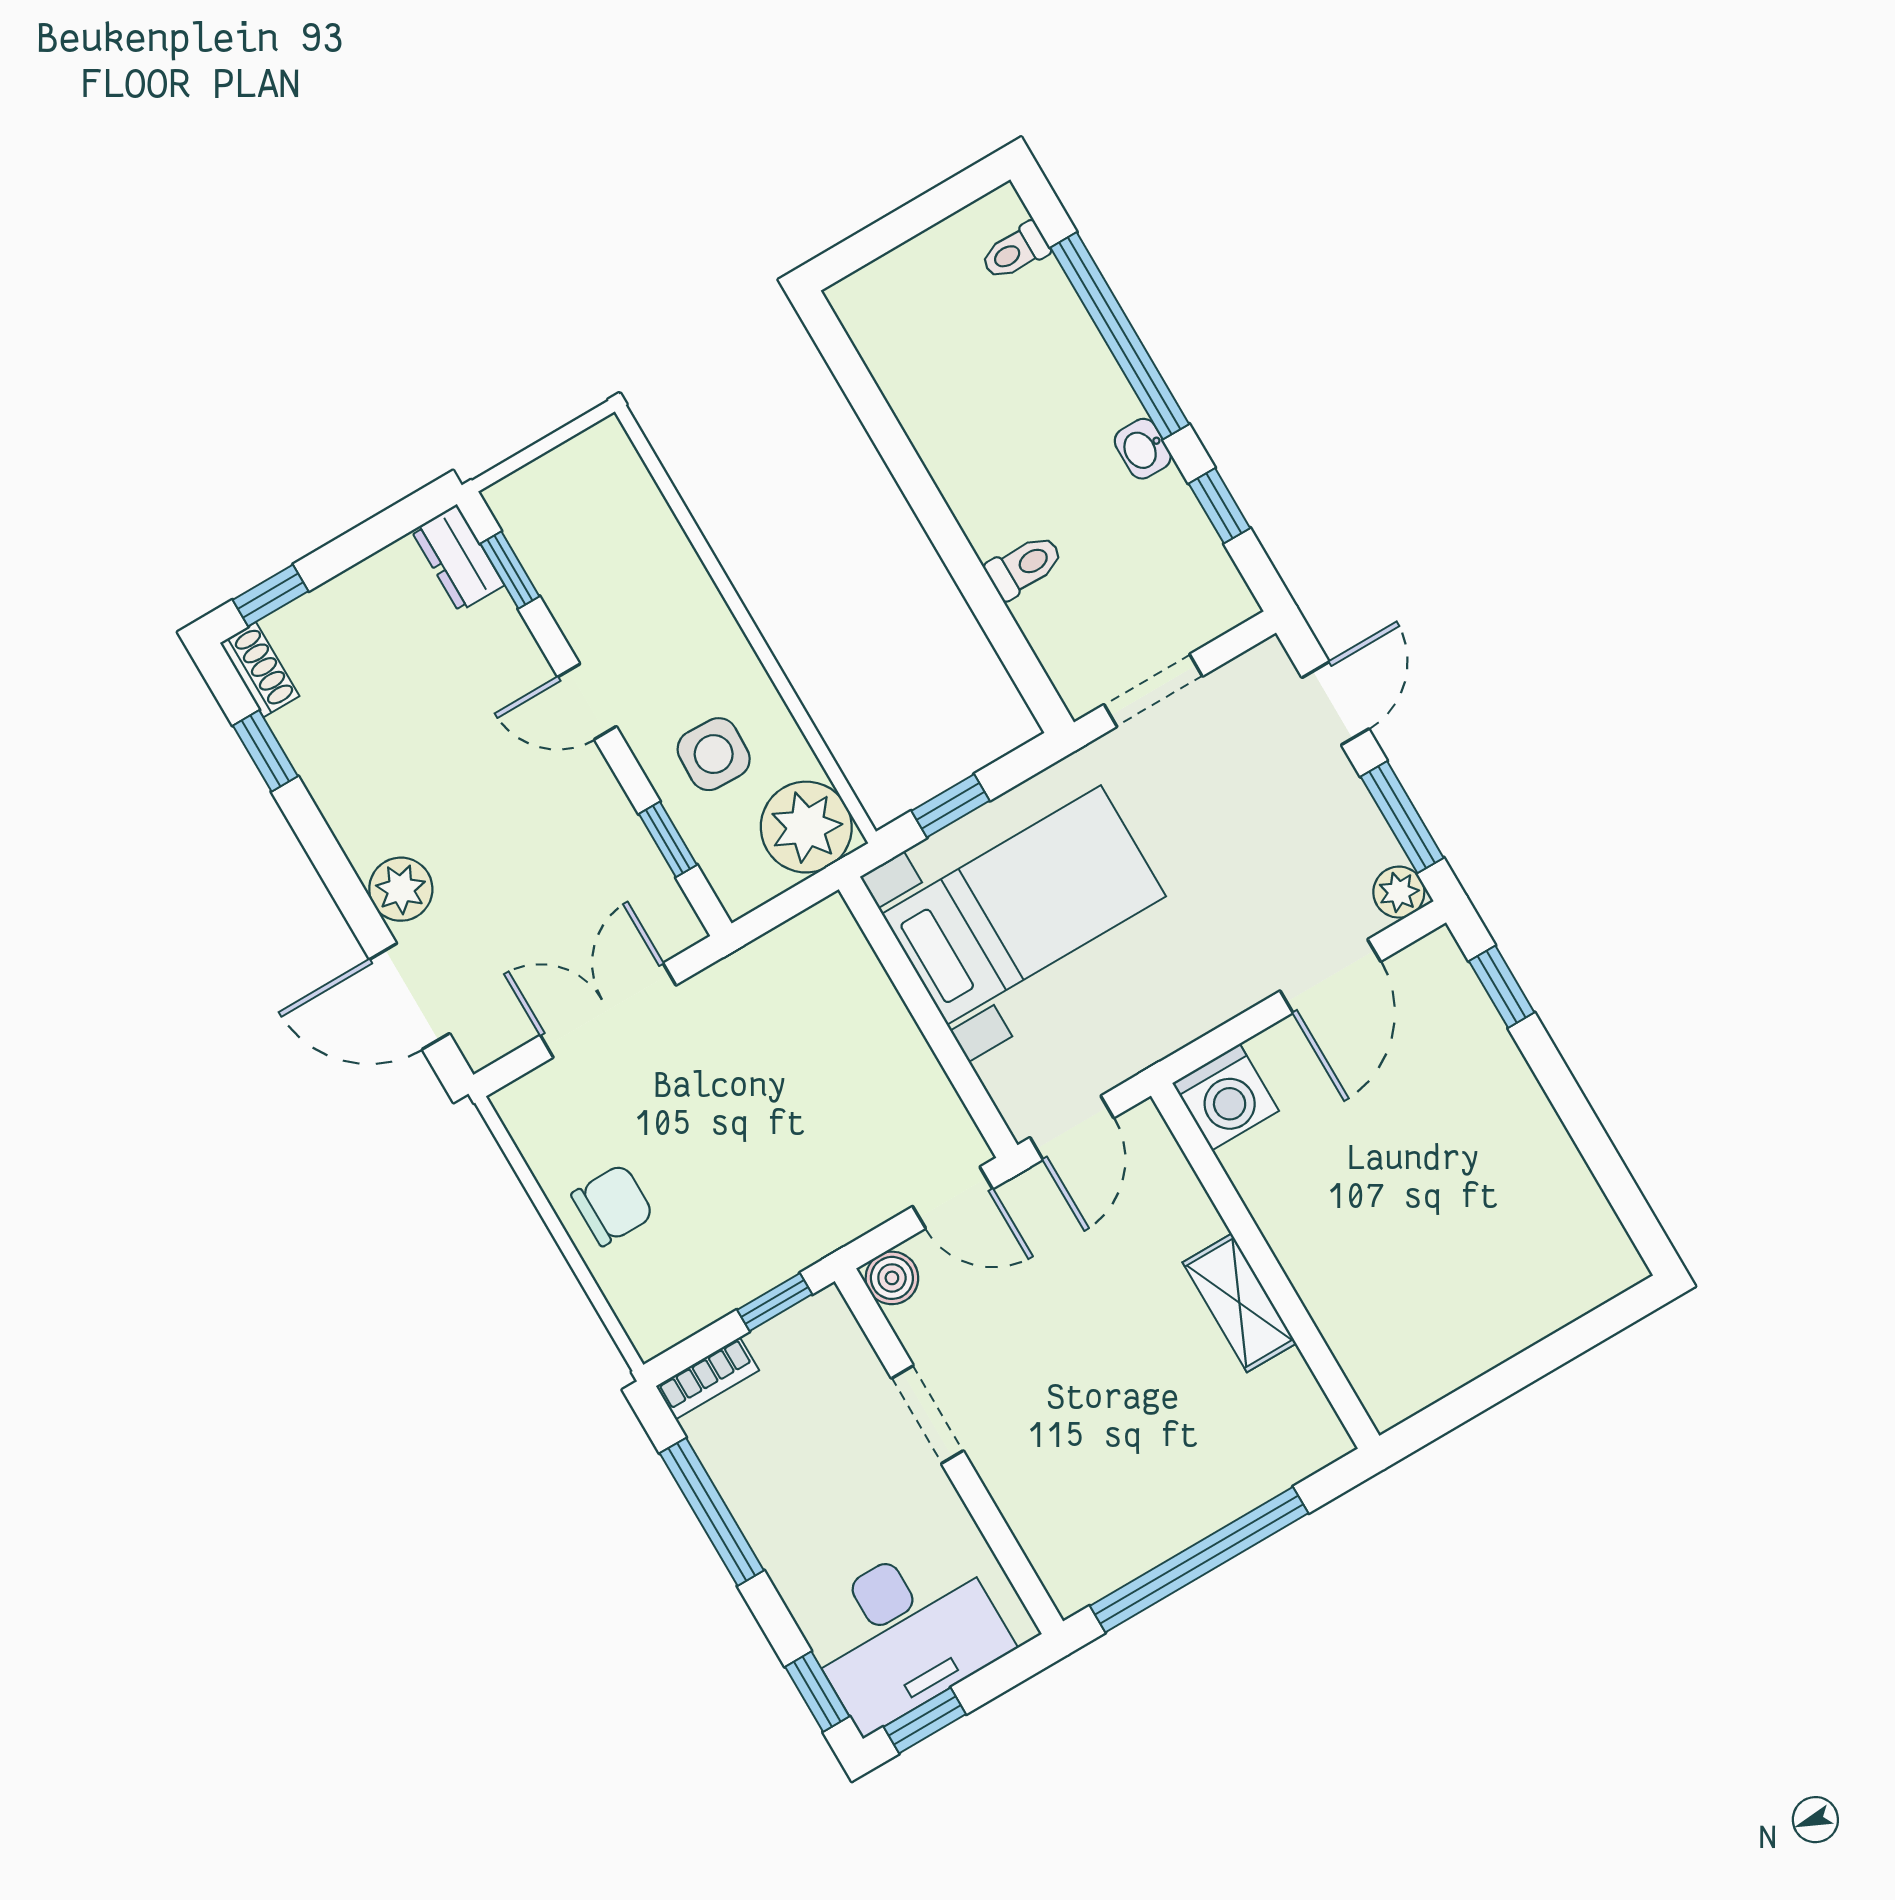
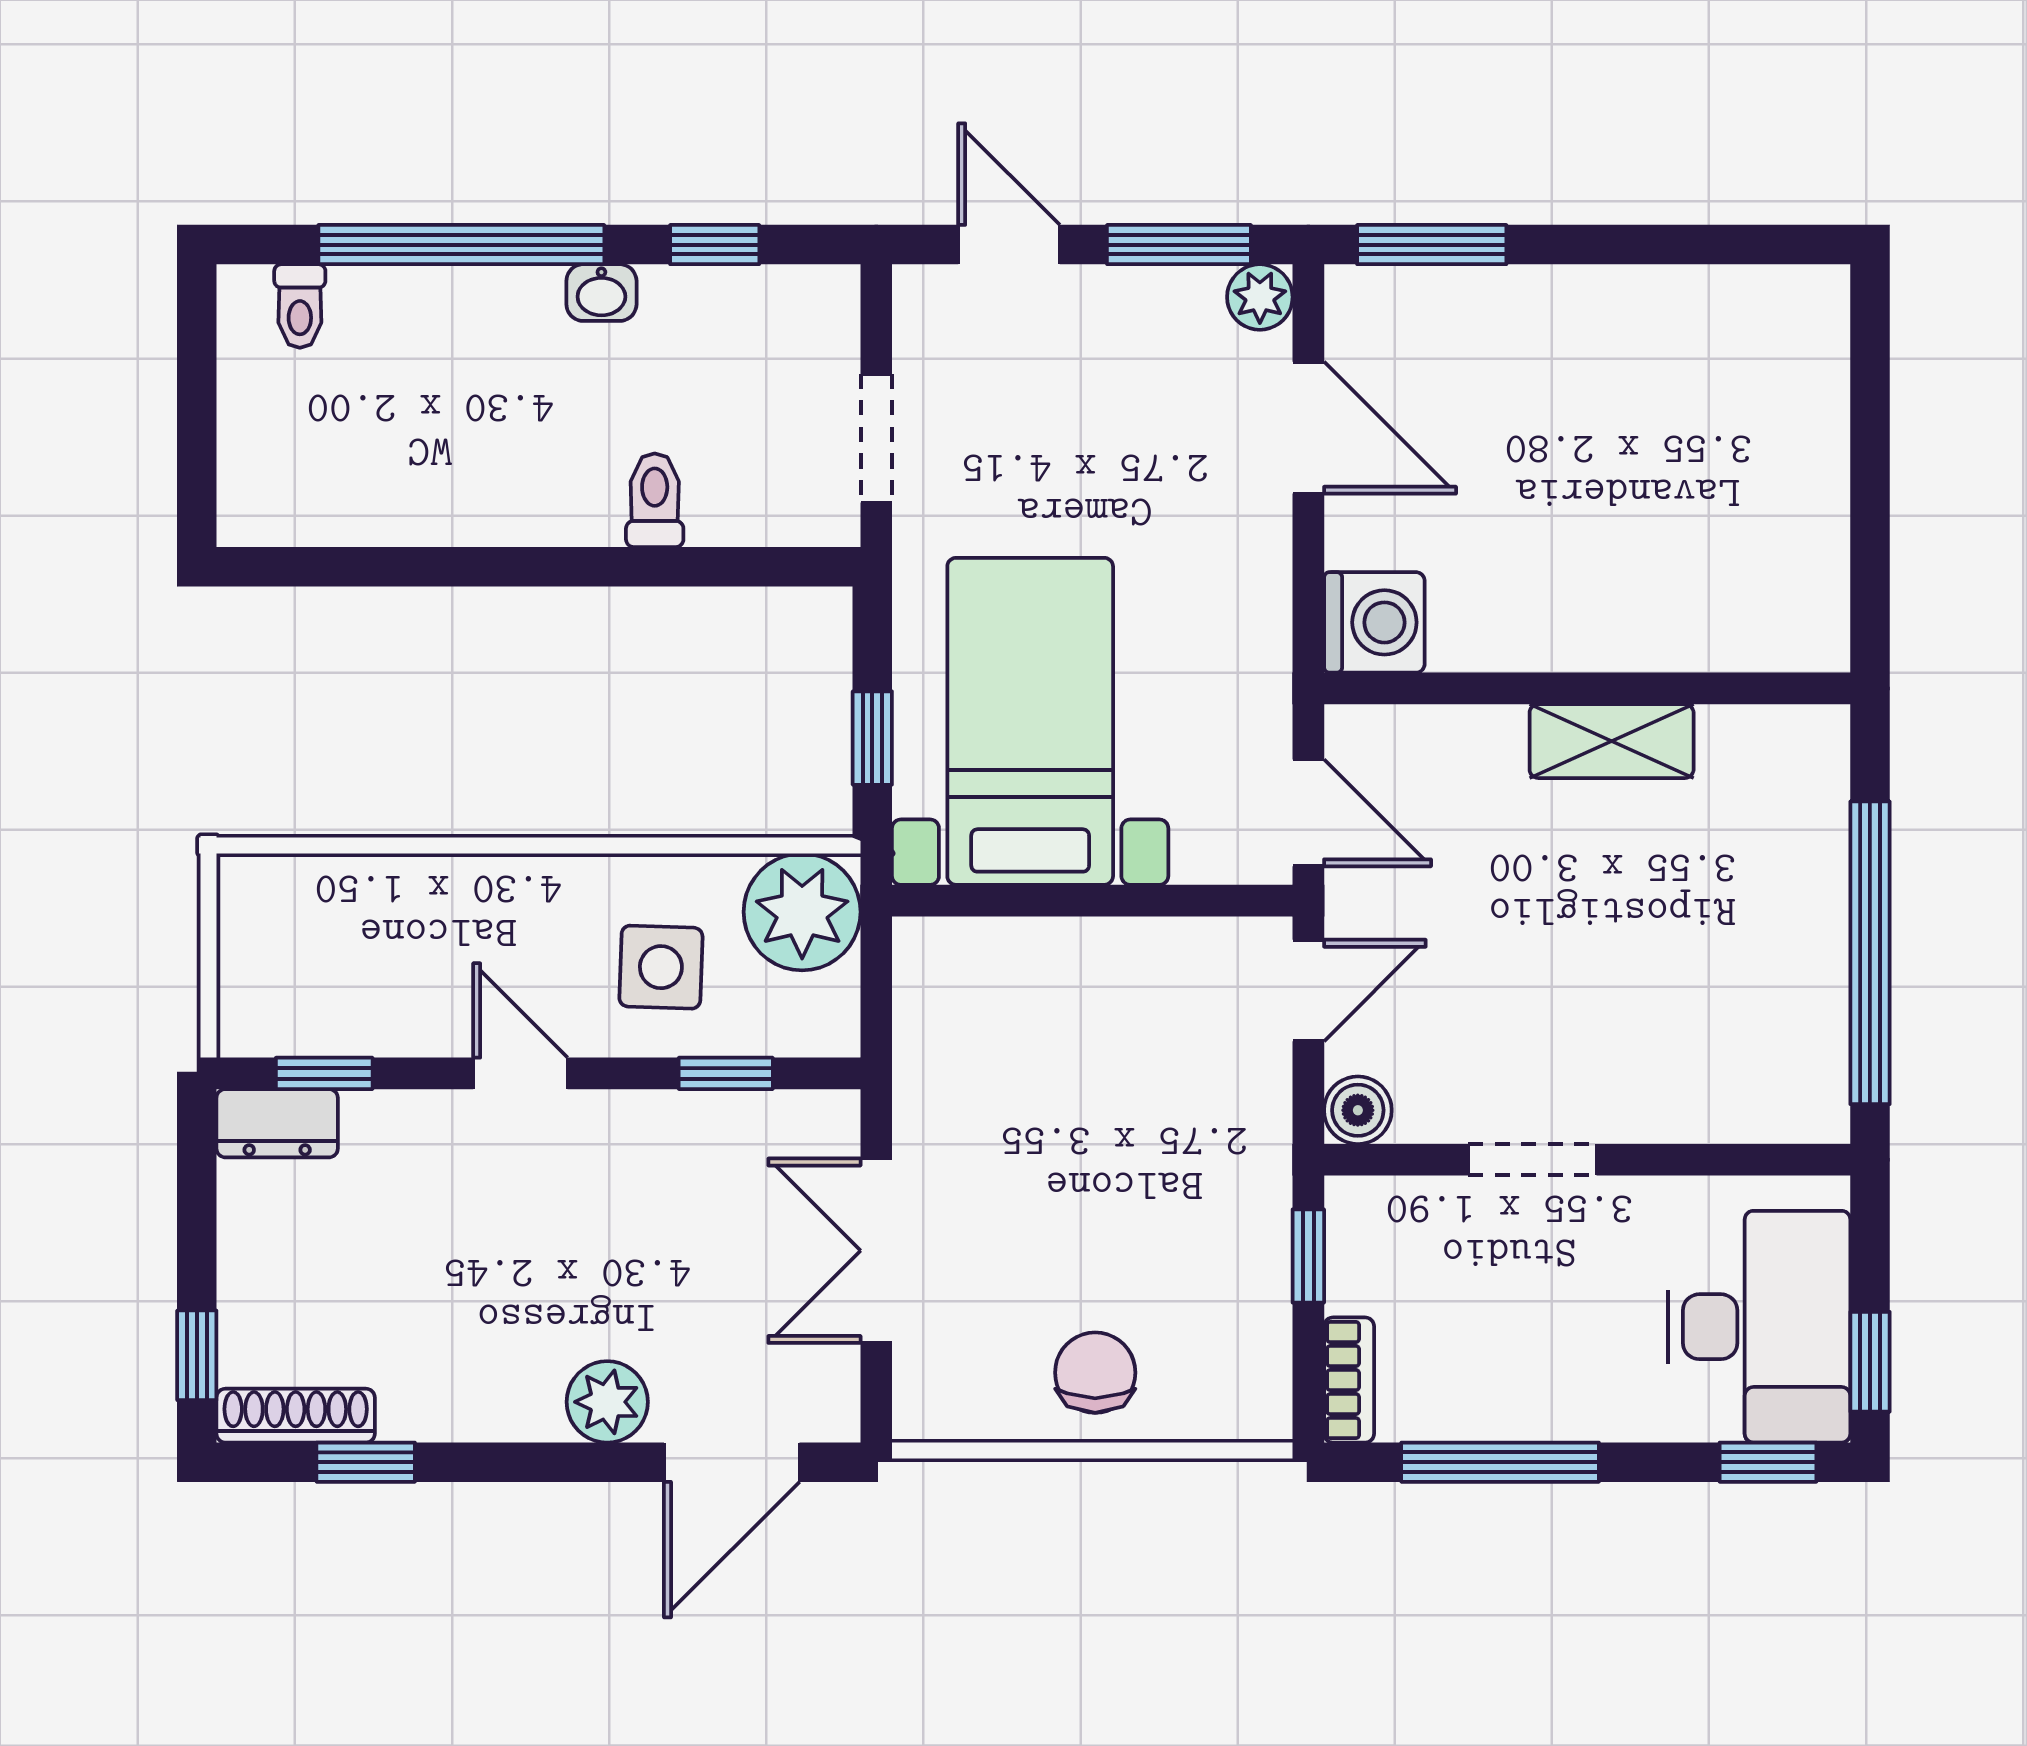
shoe rack: (260, 670) -> (296, 1416), width x1.43
door: (587, 702) -> (520, 1073), swing flipped
window: (1502, 987) -> (1432, 245), width x1.50

